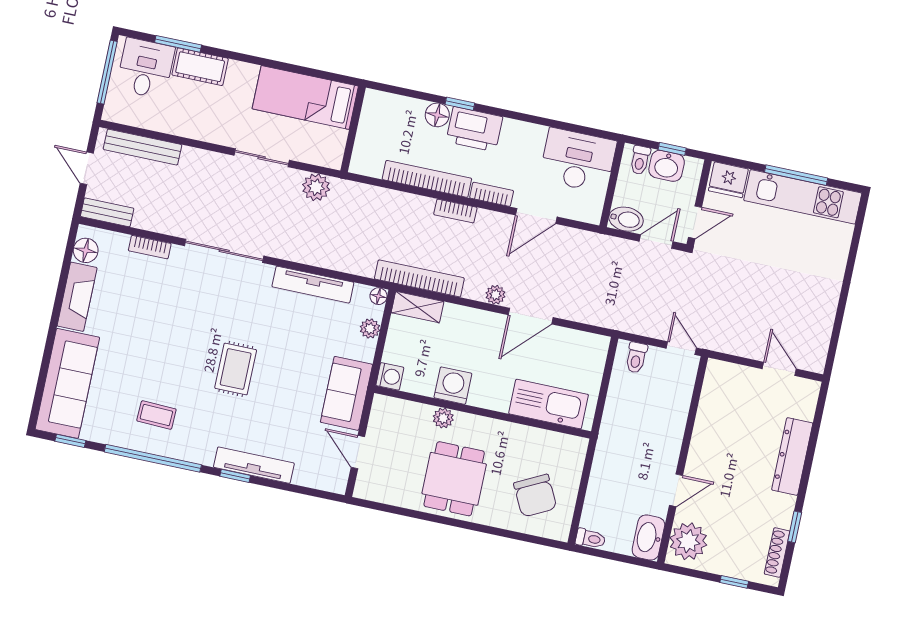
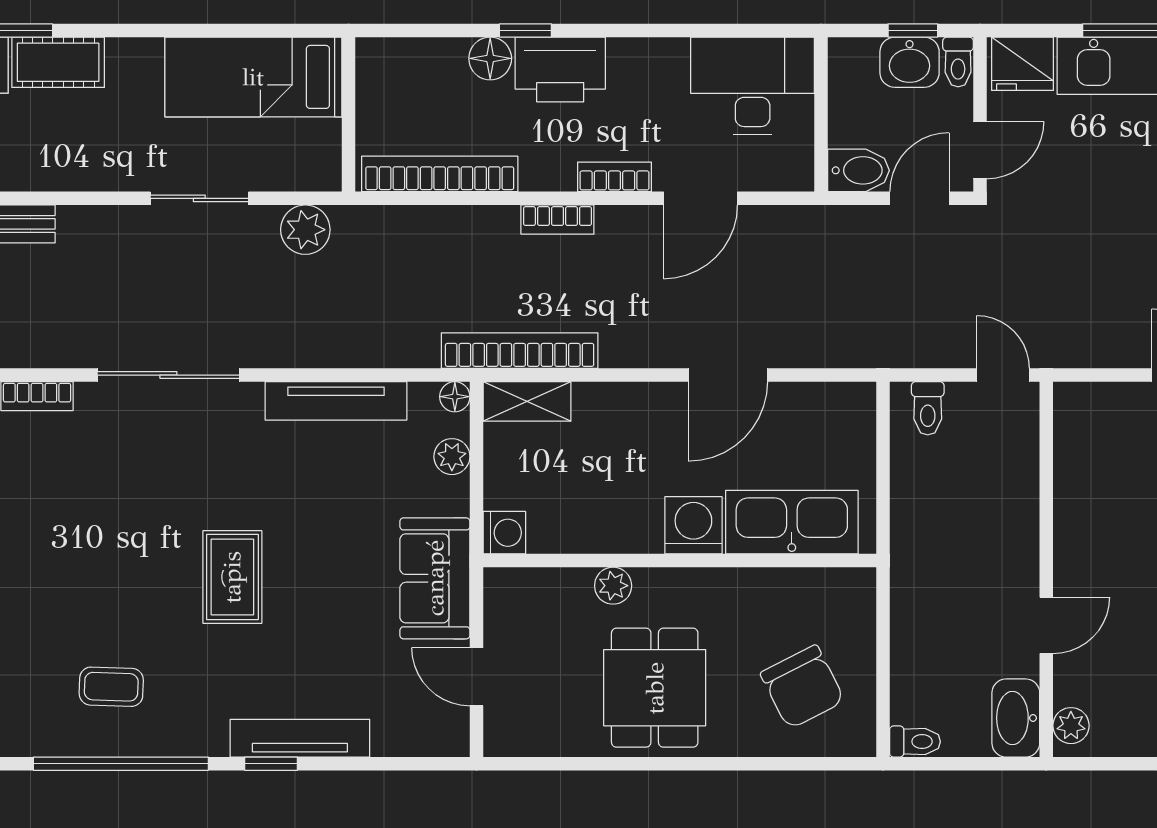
toilet: (640, 160) -> (958, 62), moved
bookcase: (427, 179) -> (440, 174), moved
plant: (495, 295) -> (659, 351), removed
washing machine: (453, 386) -> (693, 525), moved
plant: (688, 541) -> (1071, 726), width x0.53, depth x0.53

